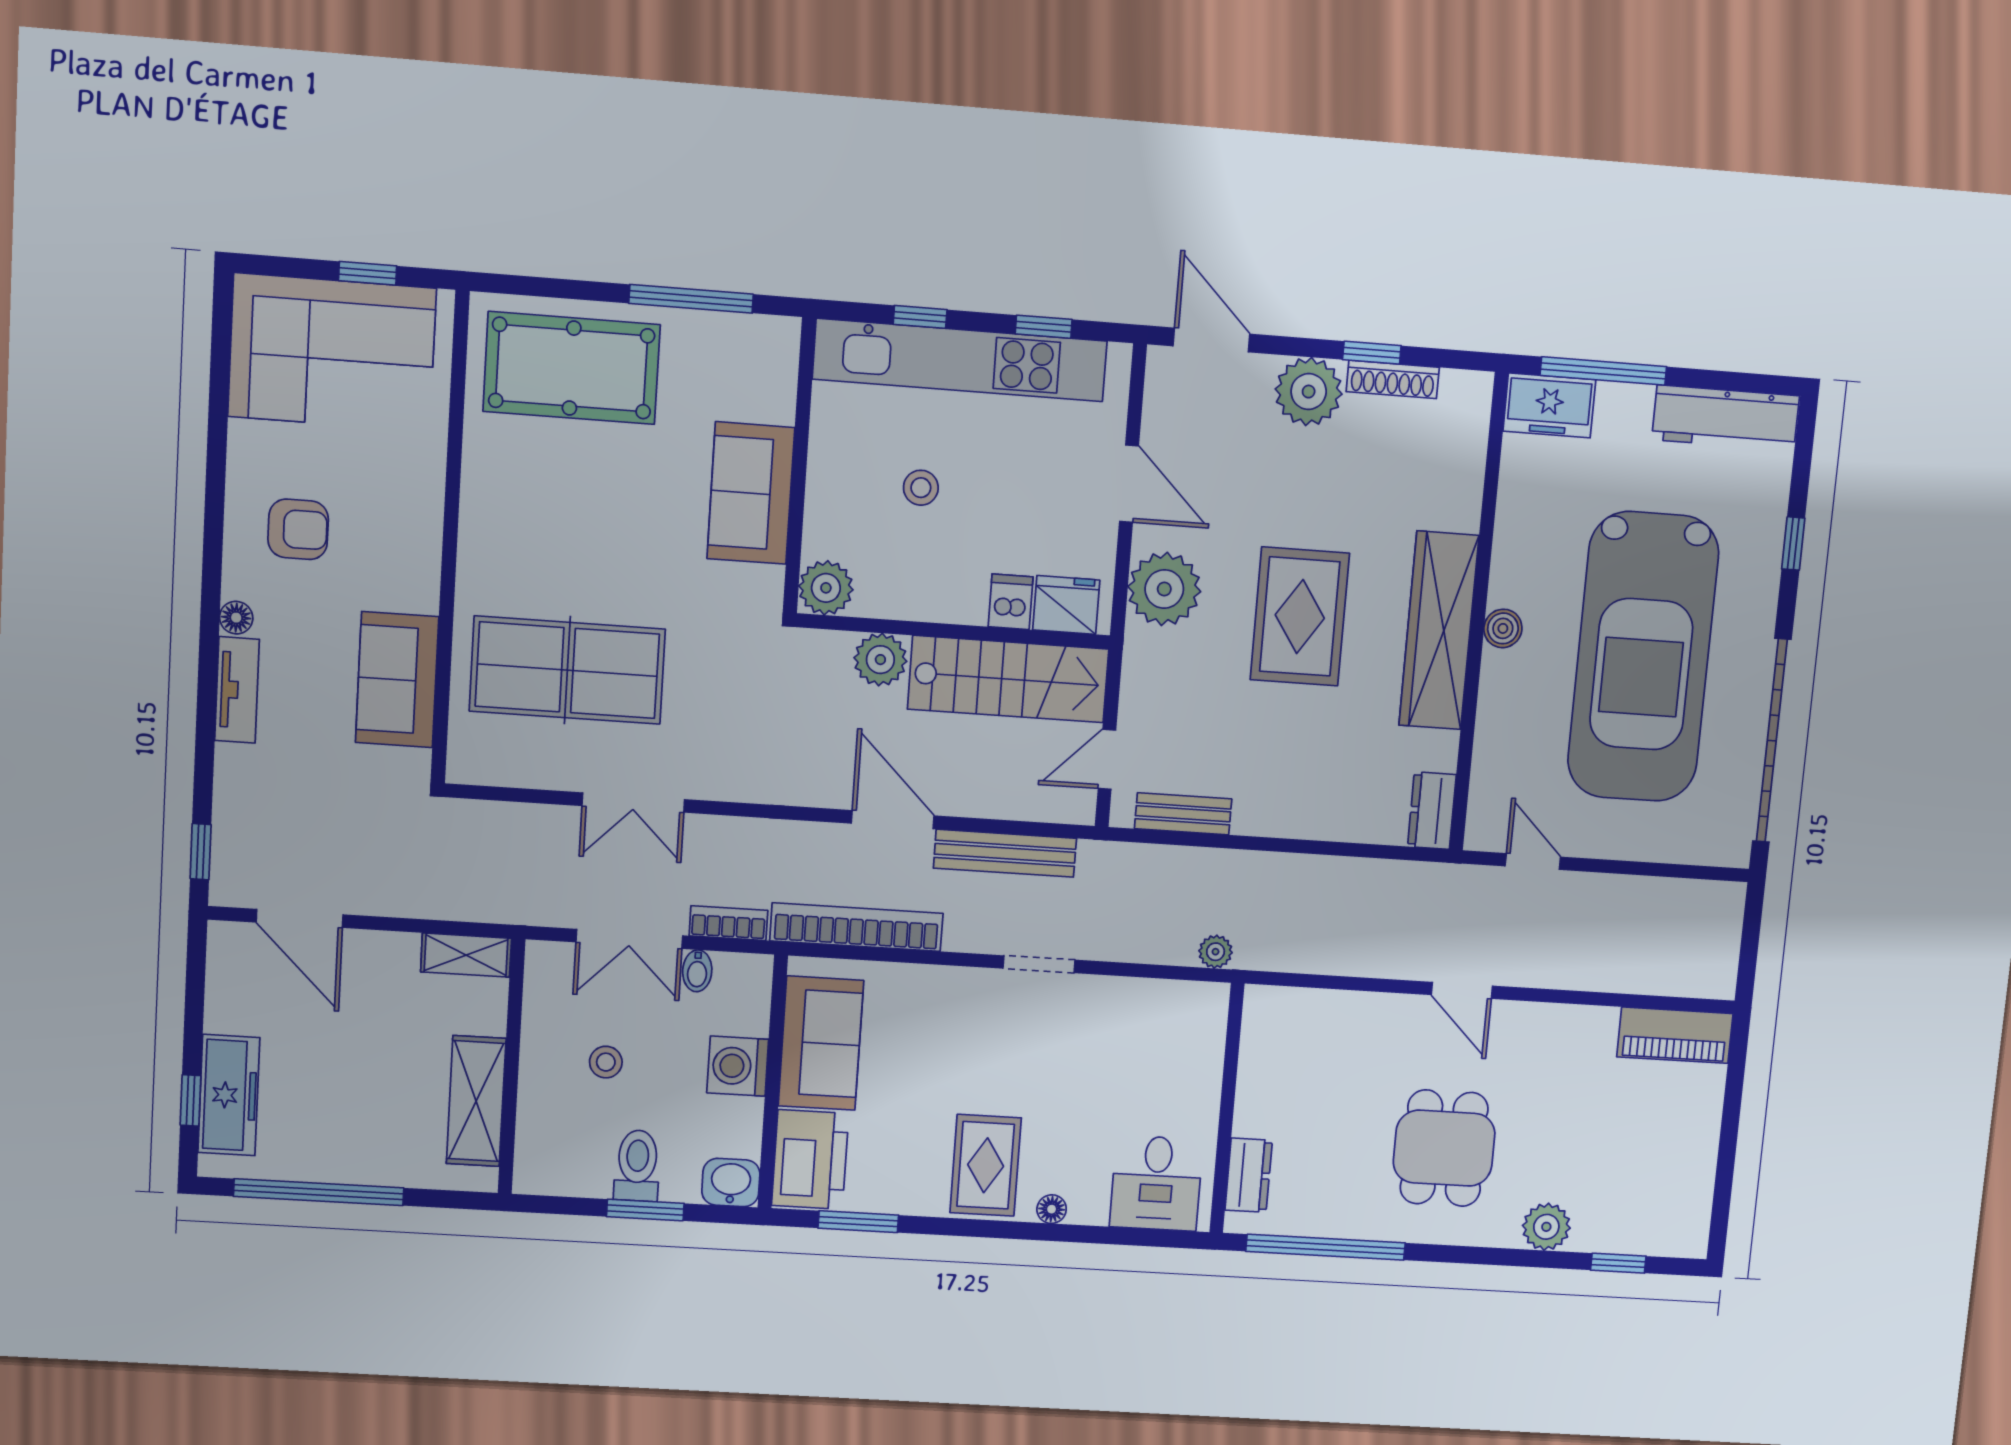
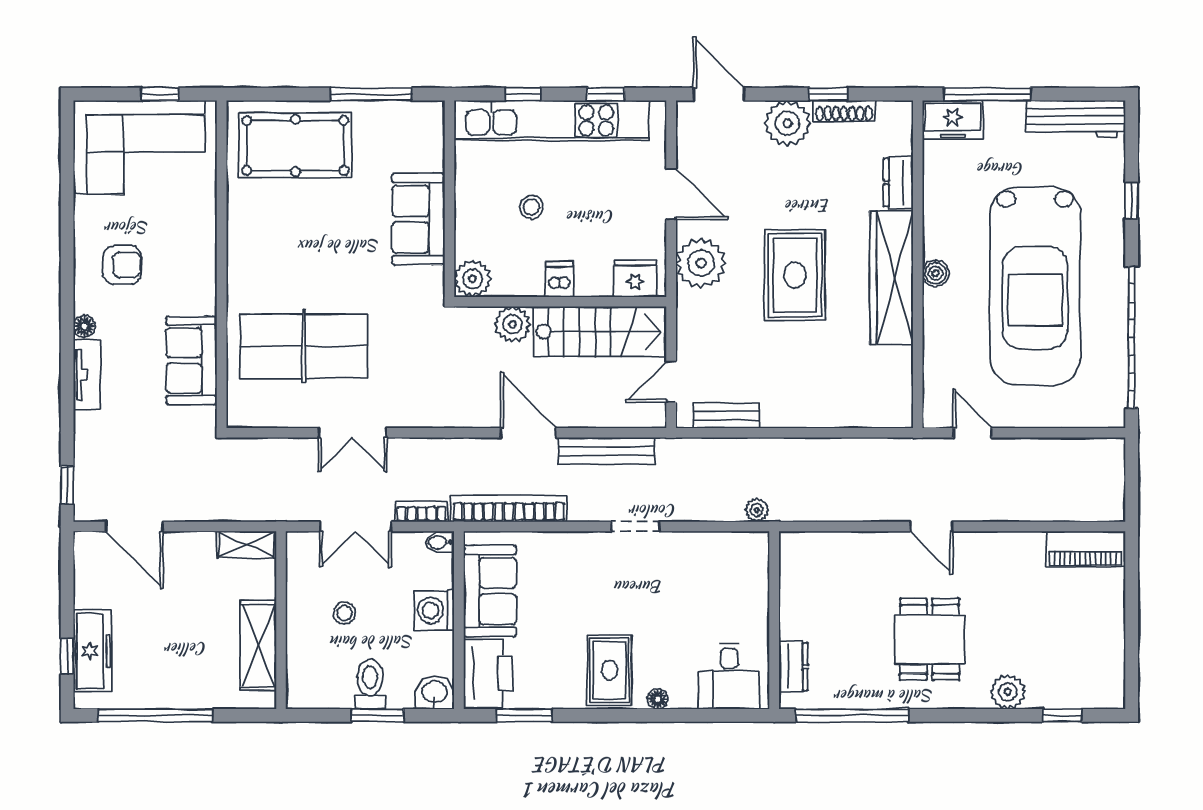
dishwasher: (1011, 602) -> (559, 279), moved
dresser: (1432, 811) -> (898, 182), moved
bidet: (697, 971) -> (440, 542), moved, turned 90

